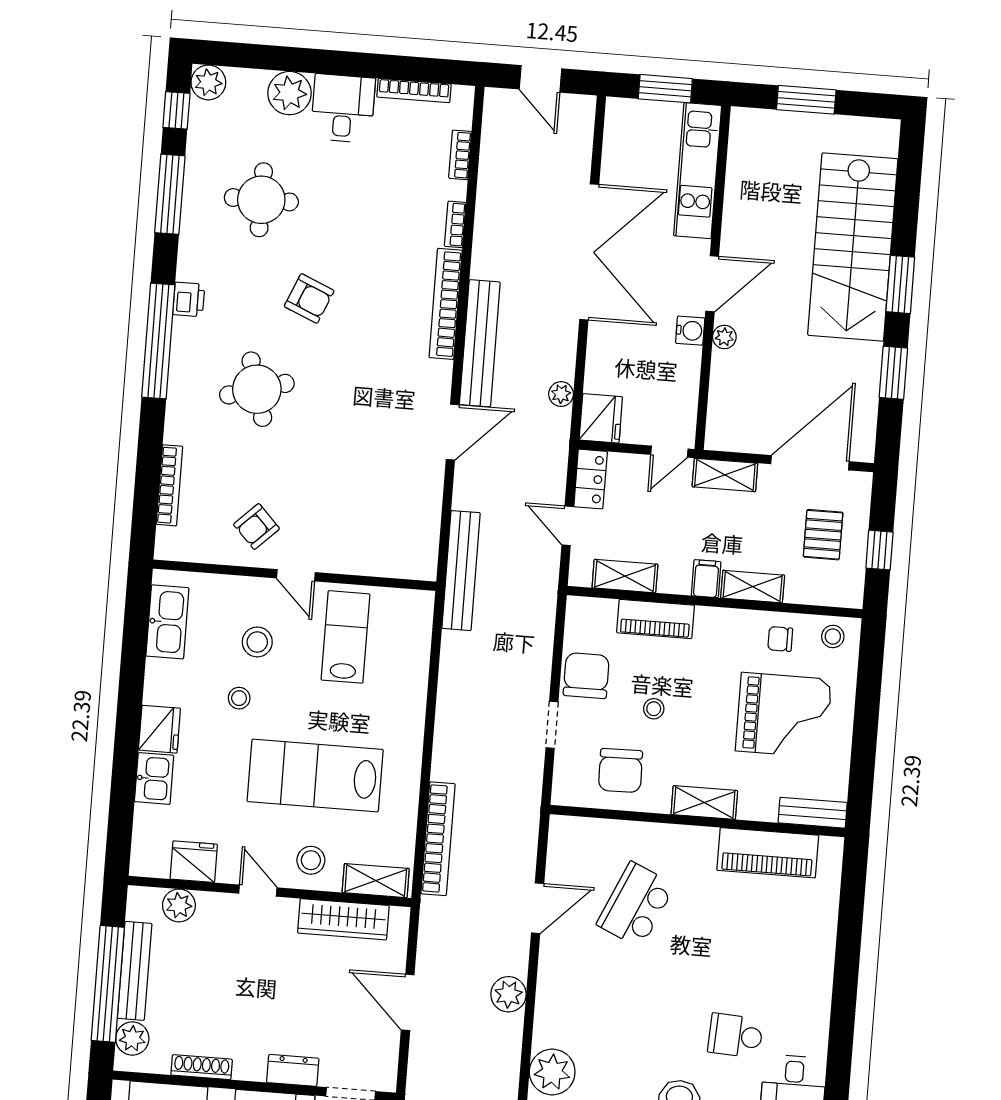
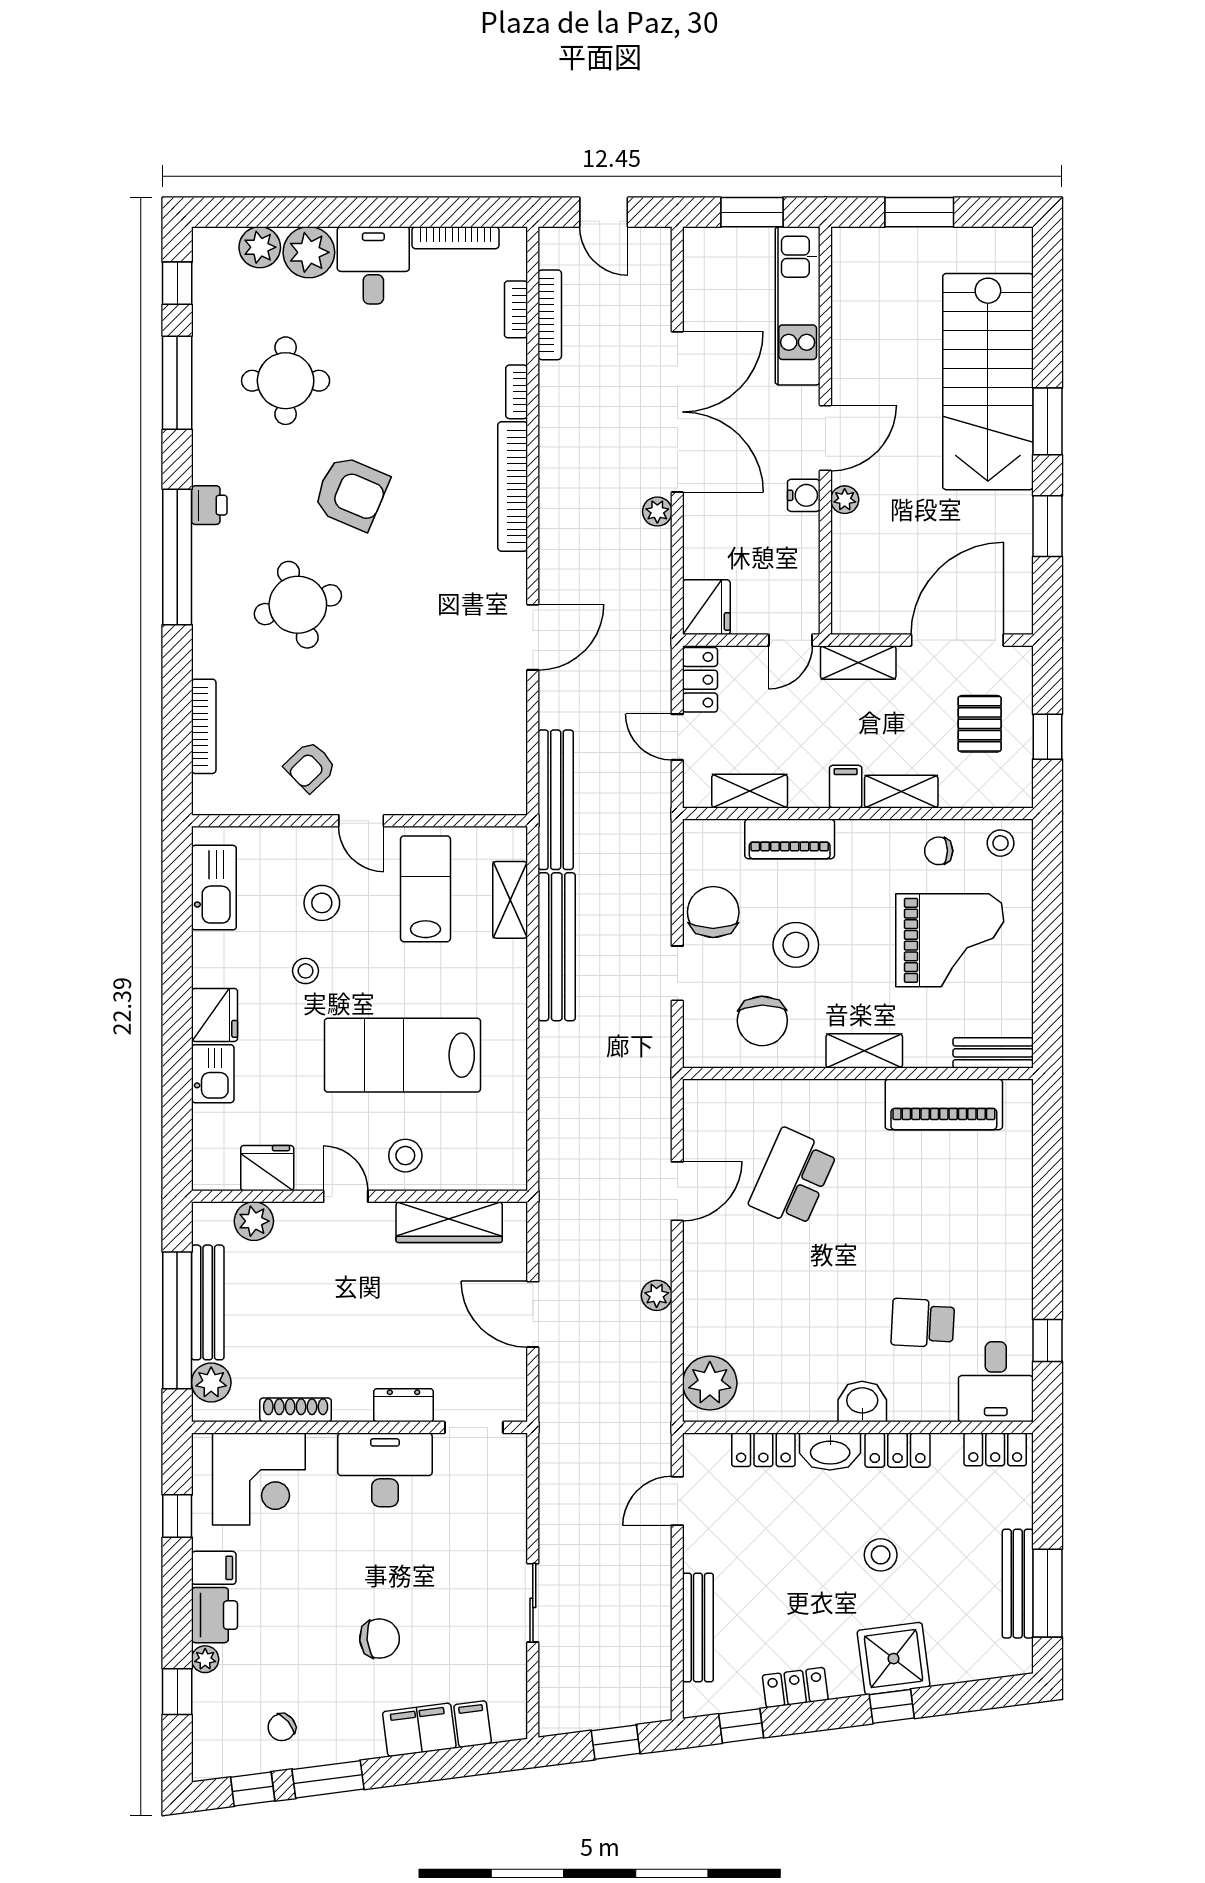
plant: (208, 82) -> (260, 247), moved
armchair: (309, 299) -> (351, 493), width x1.38, depth x1.38
bench: (480, 343) -> (557, 947), moved
plant: (561, 394) -> (657, 512), moved
stool: (654, 709) -> (796, 945), width x1.89, depth x1.89
bookcase: (438, 839) -> (550, 315), moved, width x0.68, depth x0.76
shelving: (376, 881) -> (510, 900), moved, turned 90
plant: (508, 994) -> (657, 1295), width x0.73, depth x0.73
window: (839, 1059) -> (1047, 1341), added

